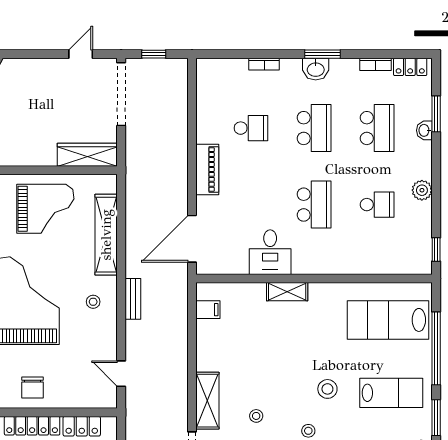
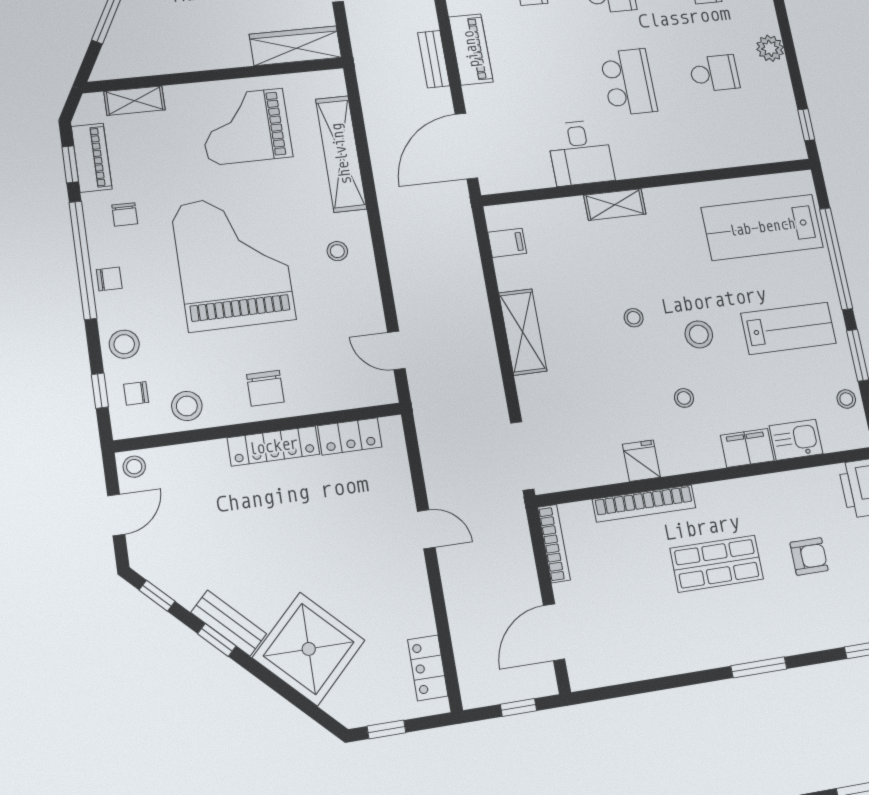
grand piano: (45, 209) -> (245, 127), turned 180
bench: (133, 299) -> (434, 59), moved
shelving: (207, 401) -> (523, 332), moved
stool: (256, 416) -> (634, 318), moved

